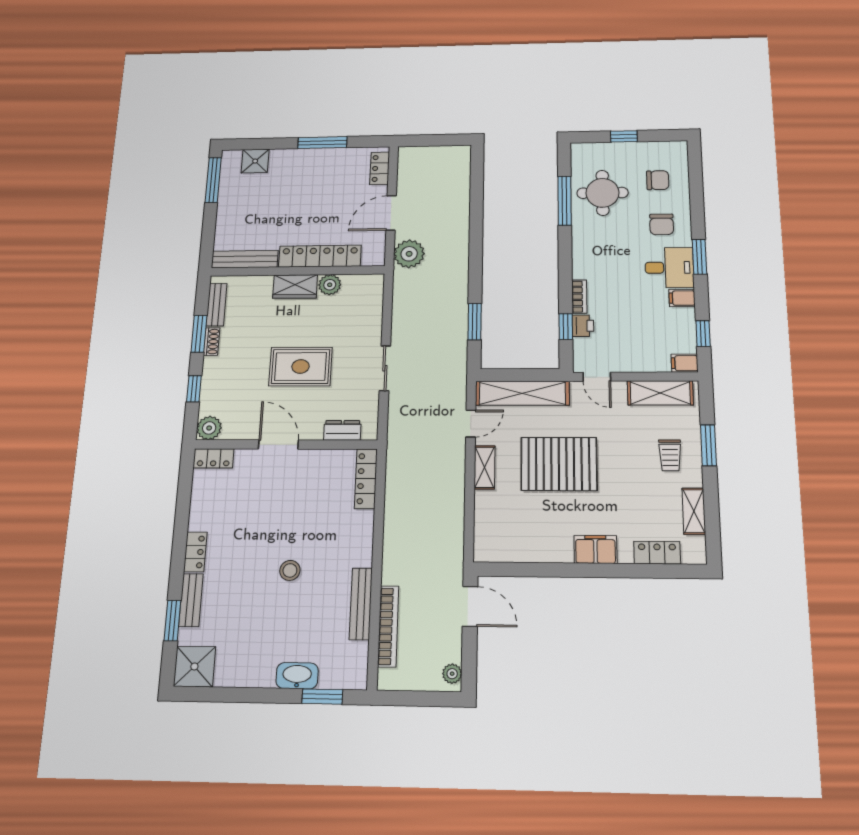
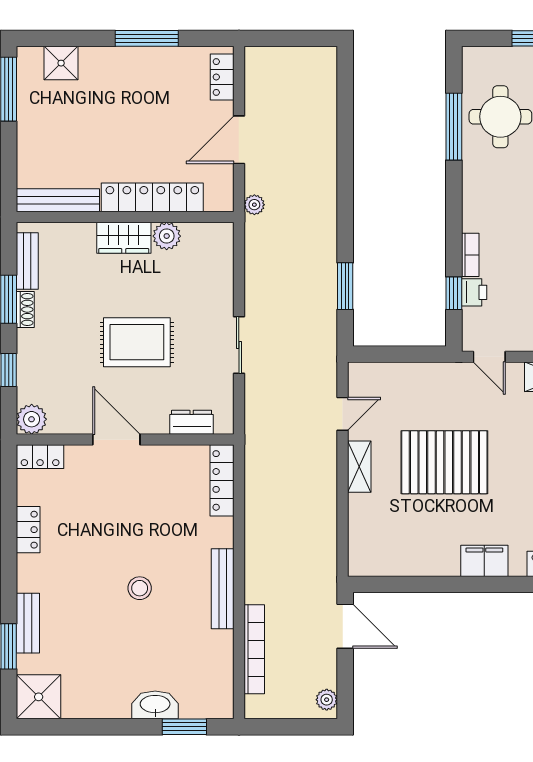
plant: (409, 254) -> (254, 205), width x0.53, depth x0.53
shelving: (522, 393) -> (402, 377), removed
locker: (195, 552) -> (28, 530), moved
bench: (361, 604) -> (223, 589), moved

